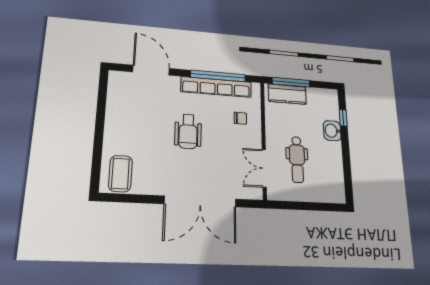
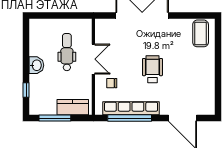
window: (291, 82) -> (55, 118), moved
washbasin: (332, 131) -> (36, 65), moved
double door: (264, 168) -> (93, 59), moved

